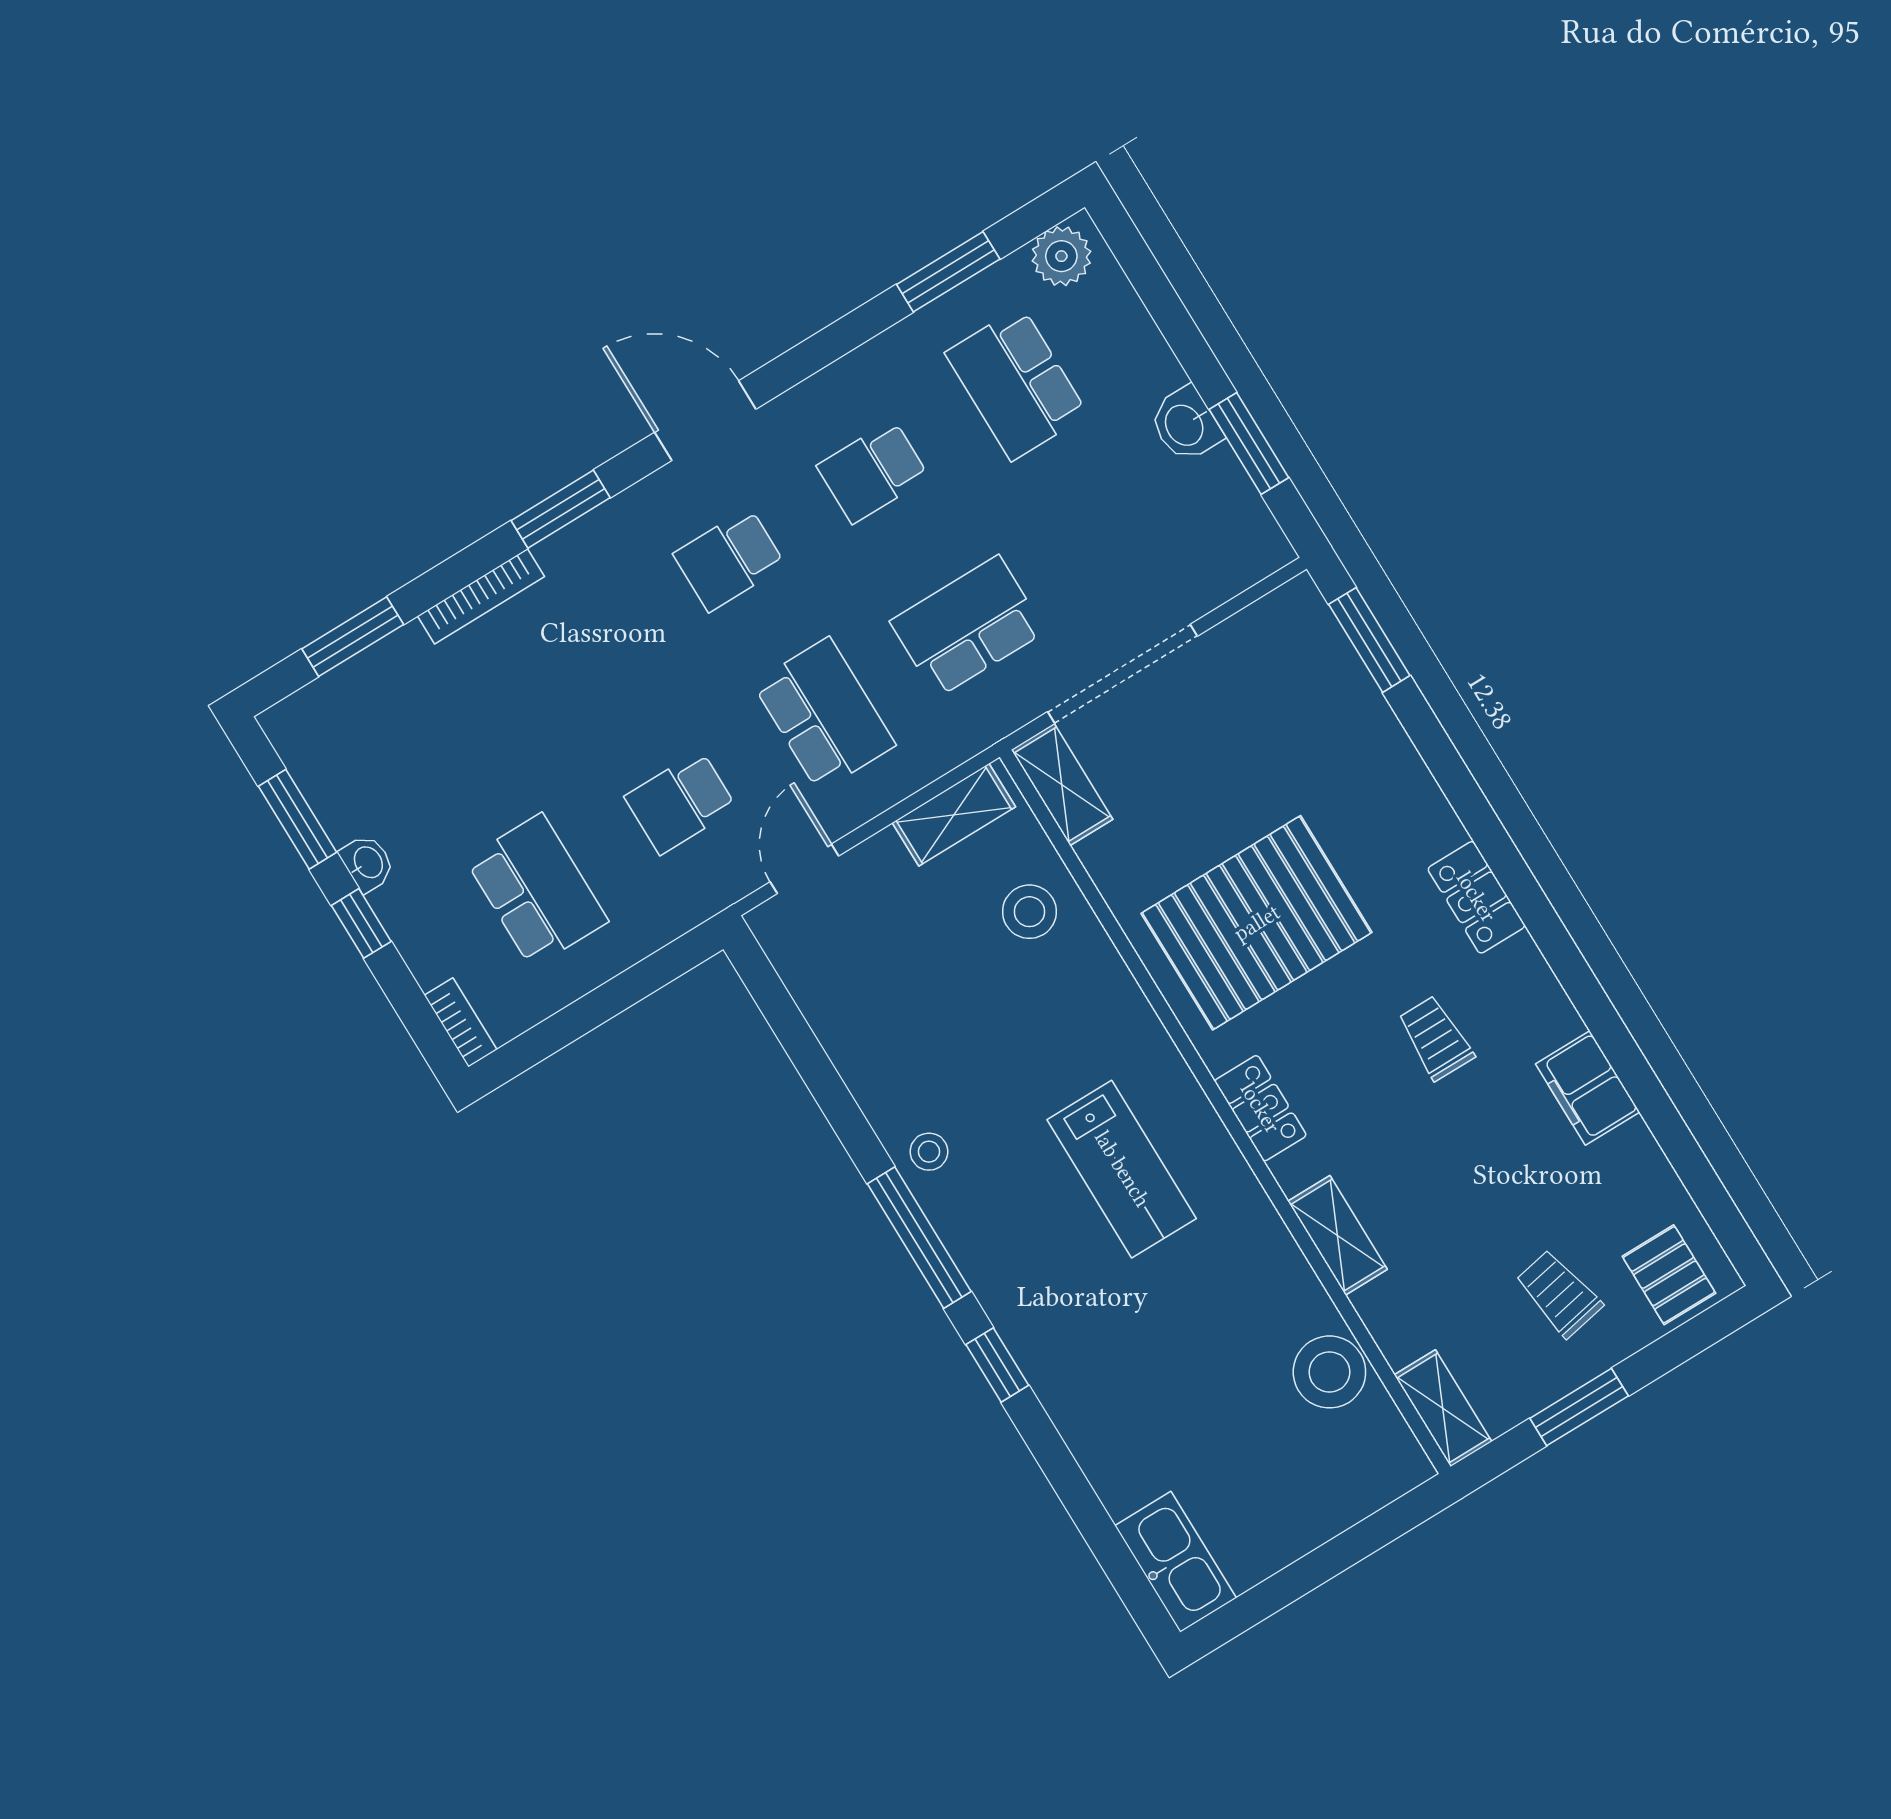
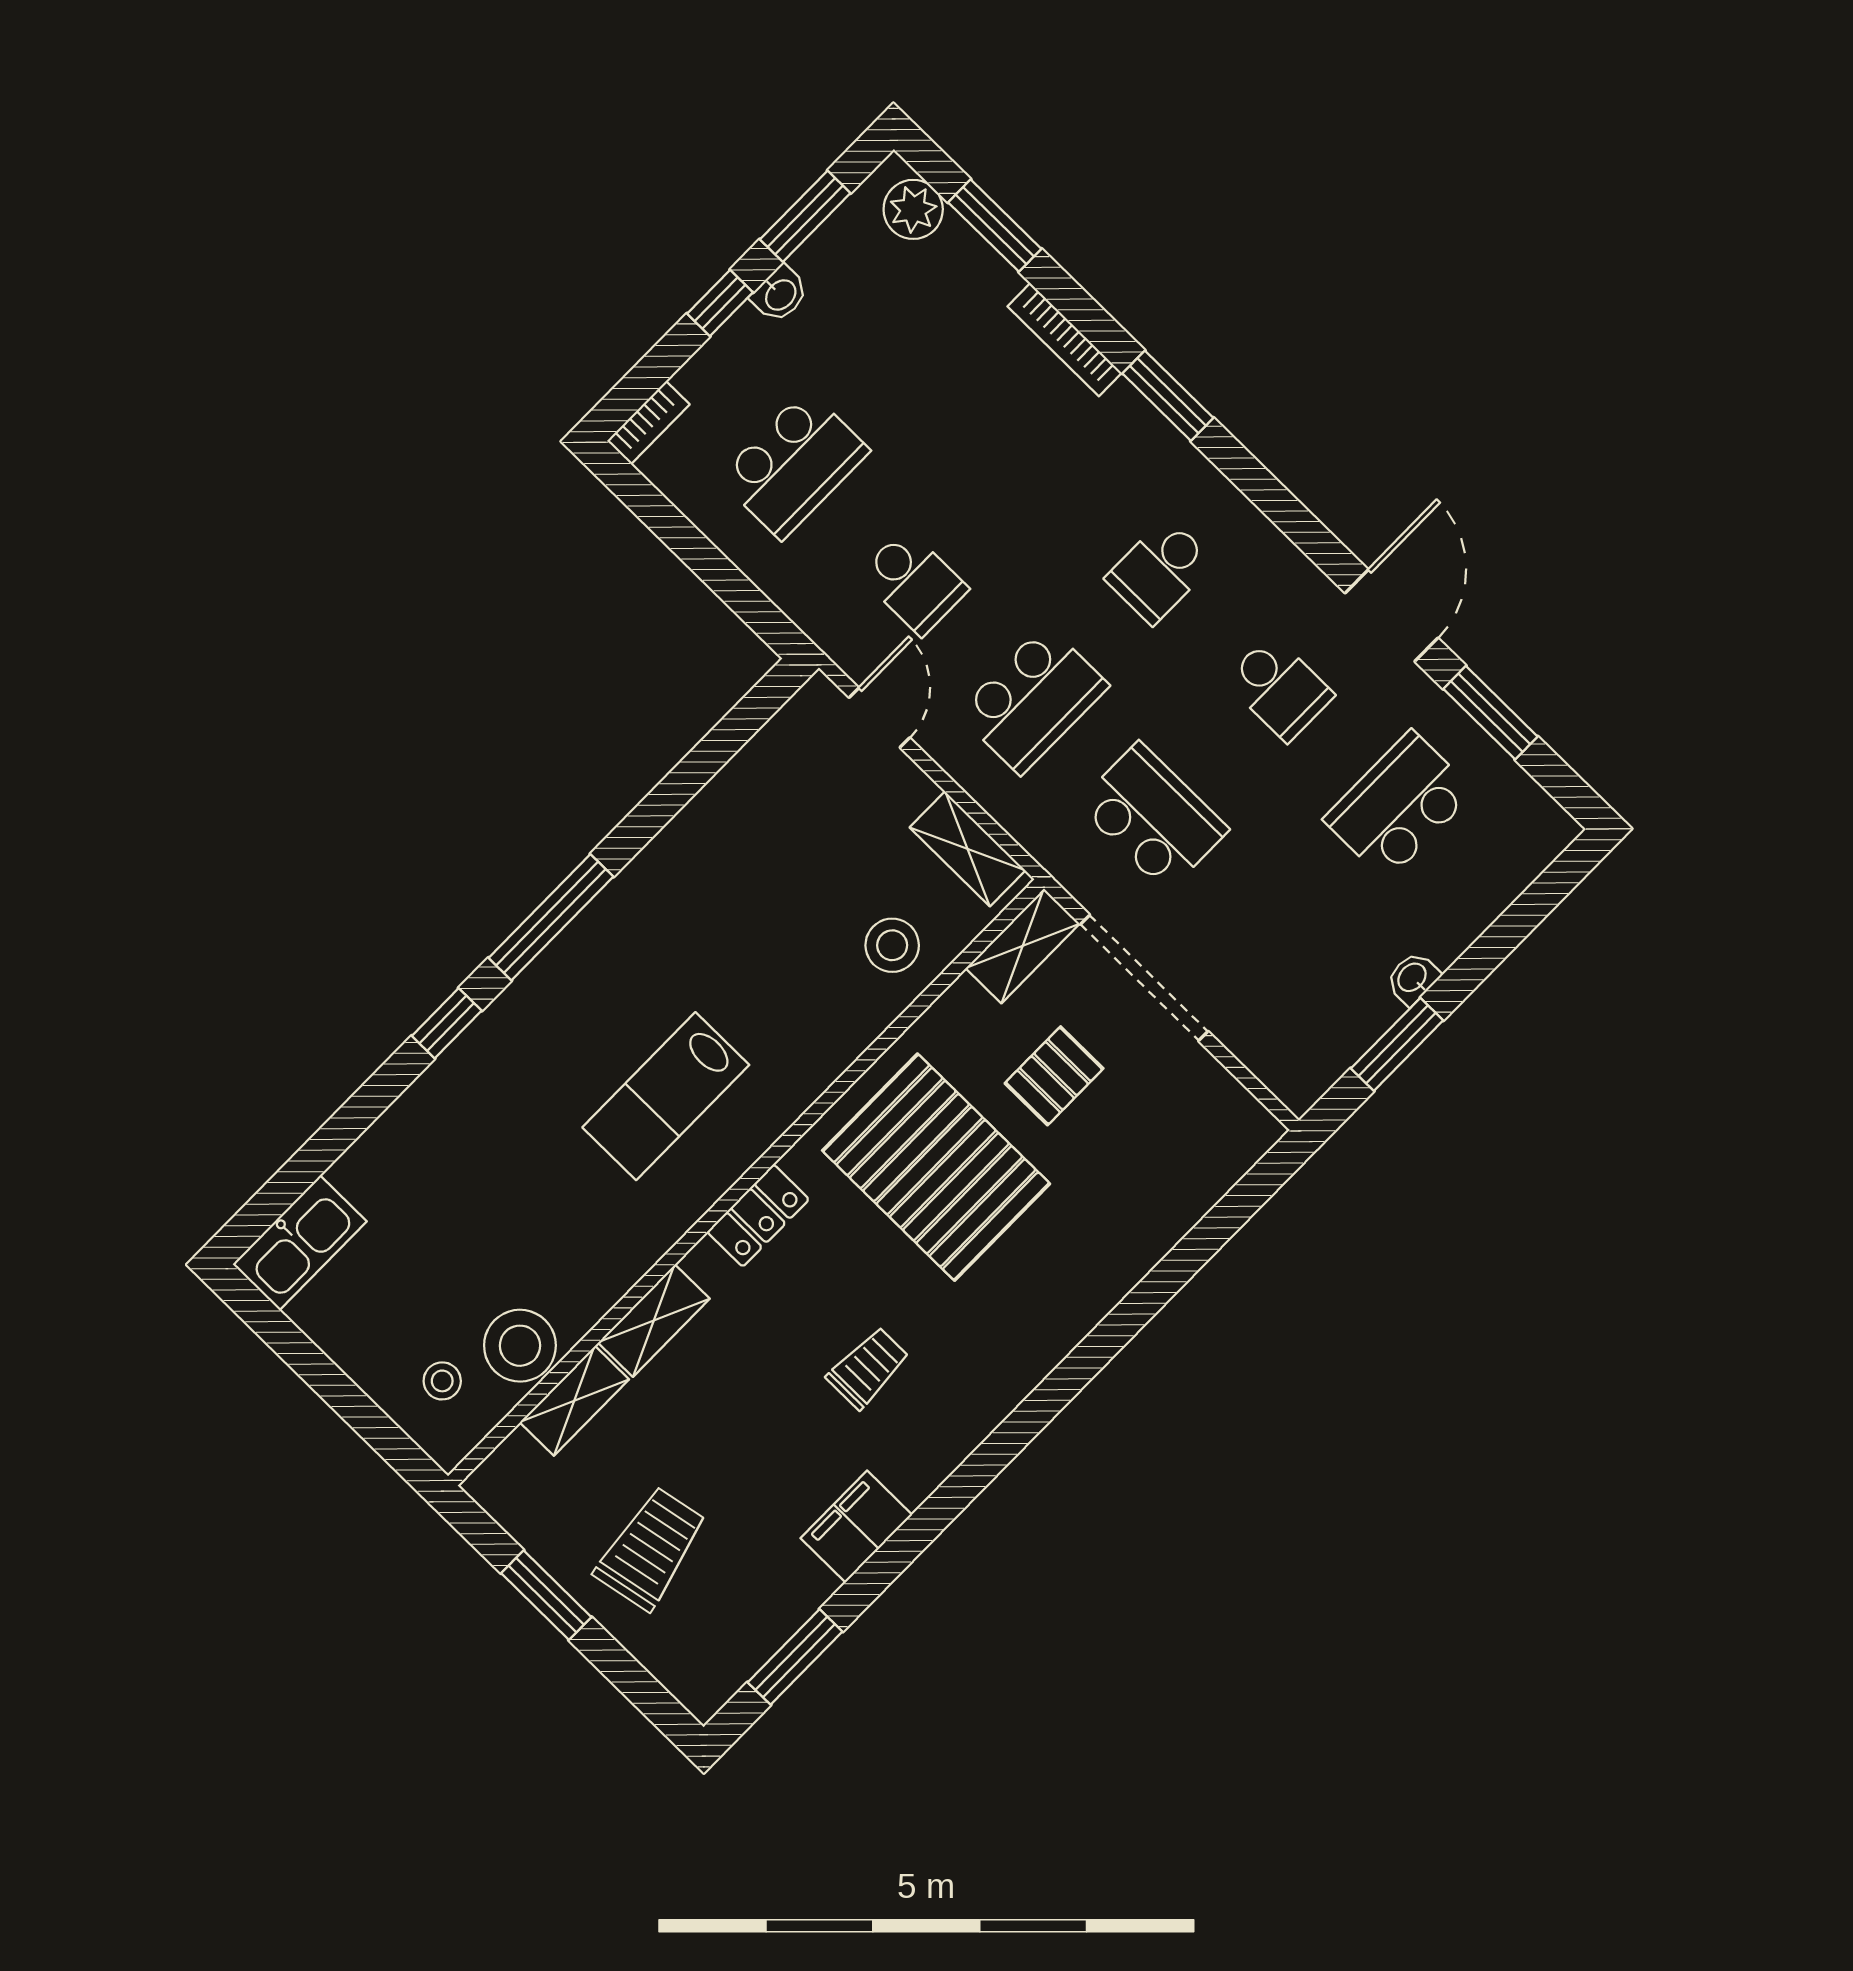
plant: (1061, 256) -> (913, 209), moved
door: (705, 421) -> (1392, 615), moved
washbasin: (1186, 424) -> (1413, 978), width x0.72, depth x0.69
school desk: (873, 472) -> (1279, 688), turned 180
school desk: (729, 560) -> (1160, 571), turned -90
window: (1369, 640) -> (795, 1657), moved
school desk: (680, 802) -> (914, 582), turned 180
door: (804, 869) -> (879, 718), hinge flipped
locker: (1476, 897) -> (1014, 1373), removed
stool: (929, 1152) -> (442, 1381), moved
pallet: (1669, 1275) -> (1054, 1076), moved
trolley: (1559, 1294) -> (651, 1548), width x1.36, depth x1.39
shelving: (1443, 1408) -> (574, 1401), moved

